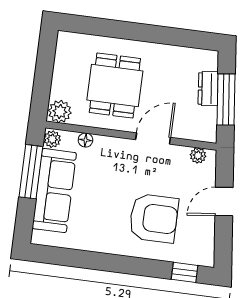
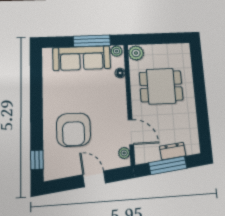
door: (153, 138) -> (131, 132), moved

